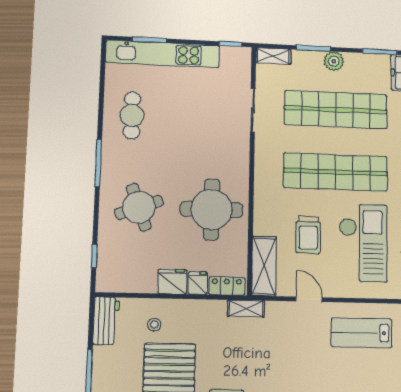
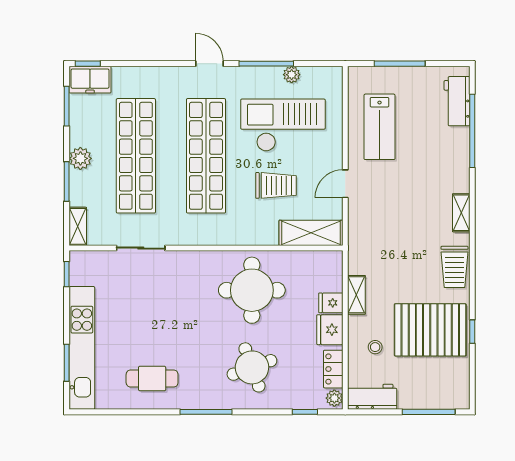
plant: (106, 284) -> (334, 398), added
locker: (227, 286) -> (333, 369), moved
shelving: (246, 309) -> (356, 295), moved

